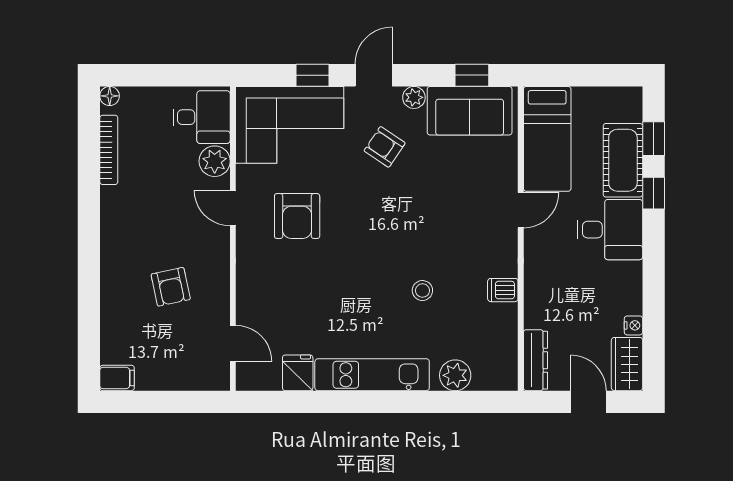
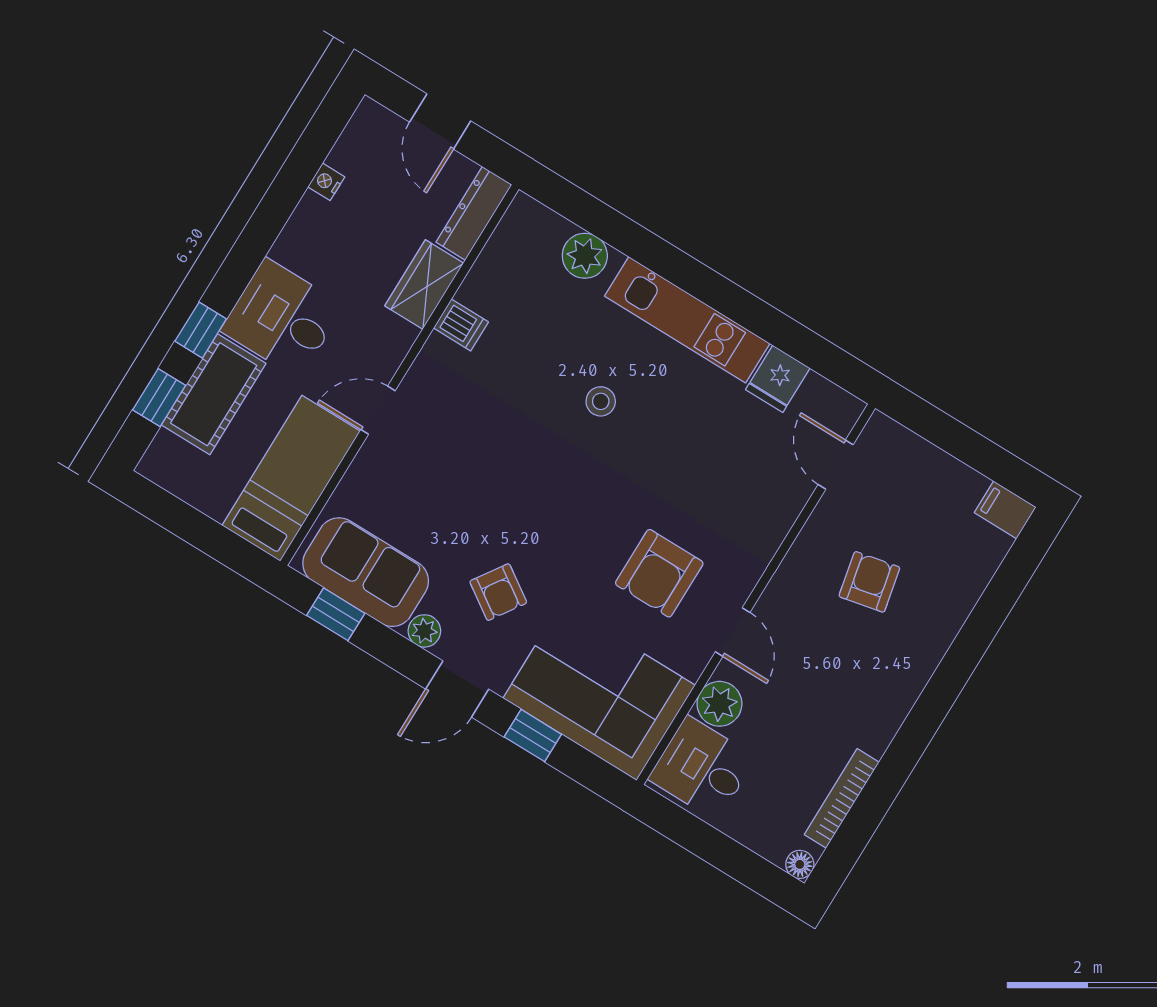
armchair: (297, 216) -> (659, 573), turned 180
stool: (422, 291) -> (601, 401), moved
wardrobe: (627, 364) -> (424, 284), moved, turned 180

